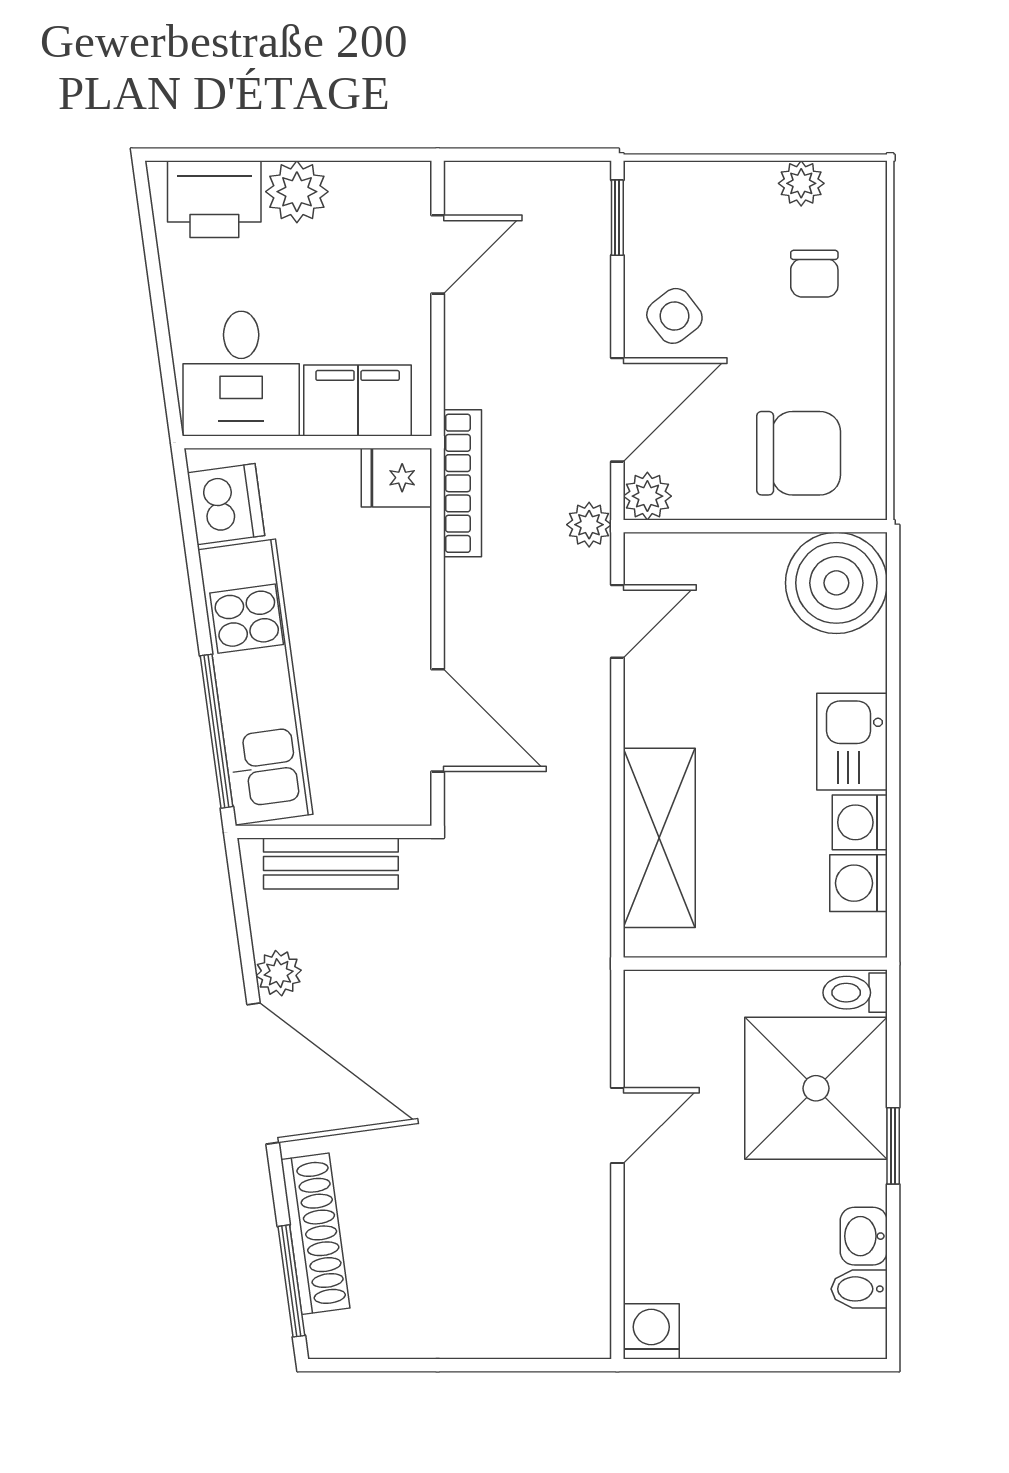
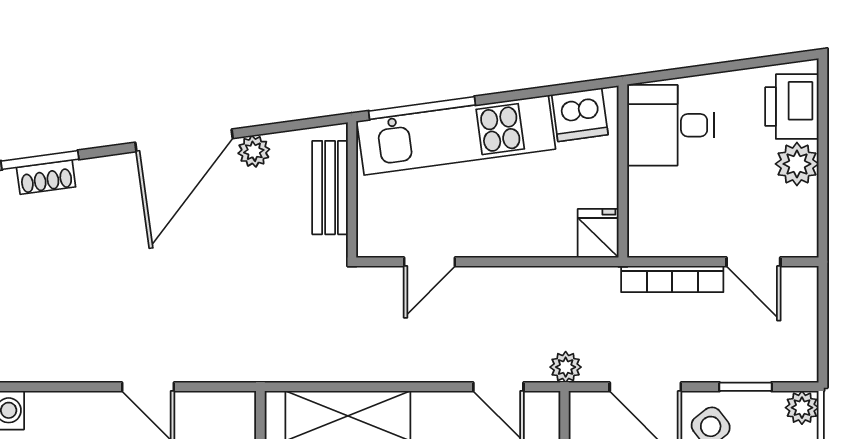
window: (617, 218) -> (745, 387), moved
filing cabinet: (358, 400) -> (652, 206), removed
bookcase: (462, 483) -> (672, 279), moved
plant: (647, 496) -> (802, 408), moved
door: (438, 720) -> (430, 262), width x0.73
shoe rack: (315, 1234) -> (46, 177), width x0.51, depth x0.81

